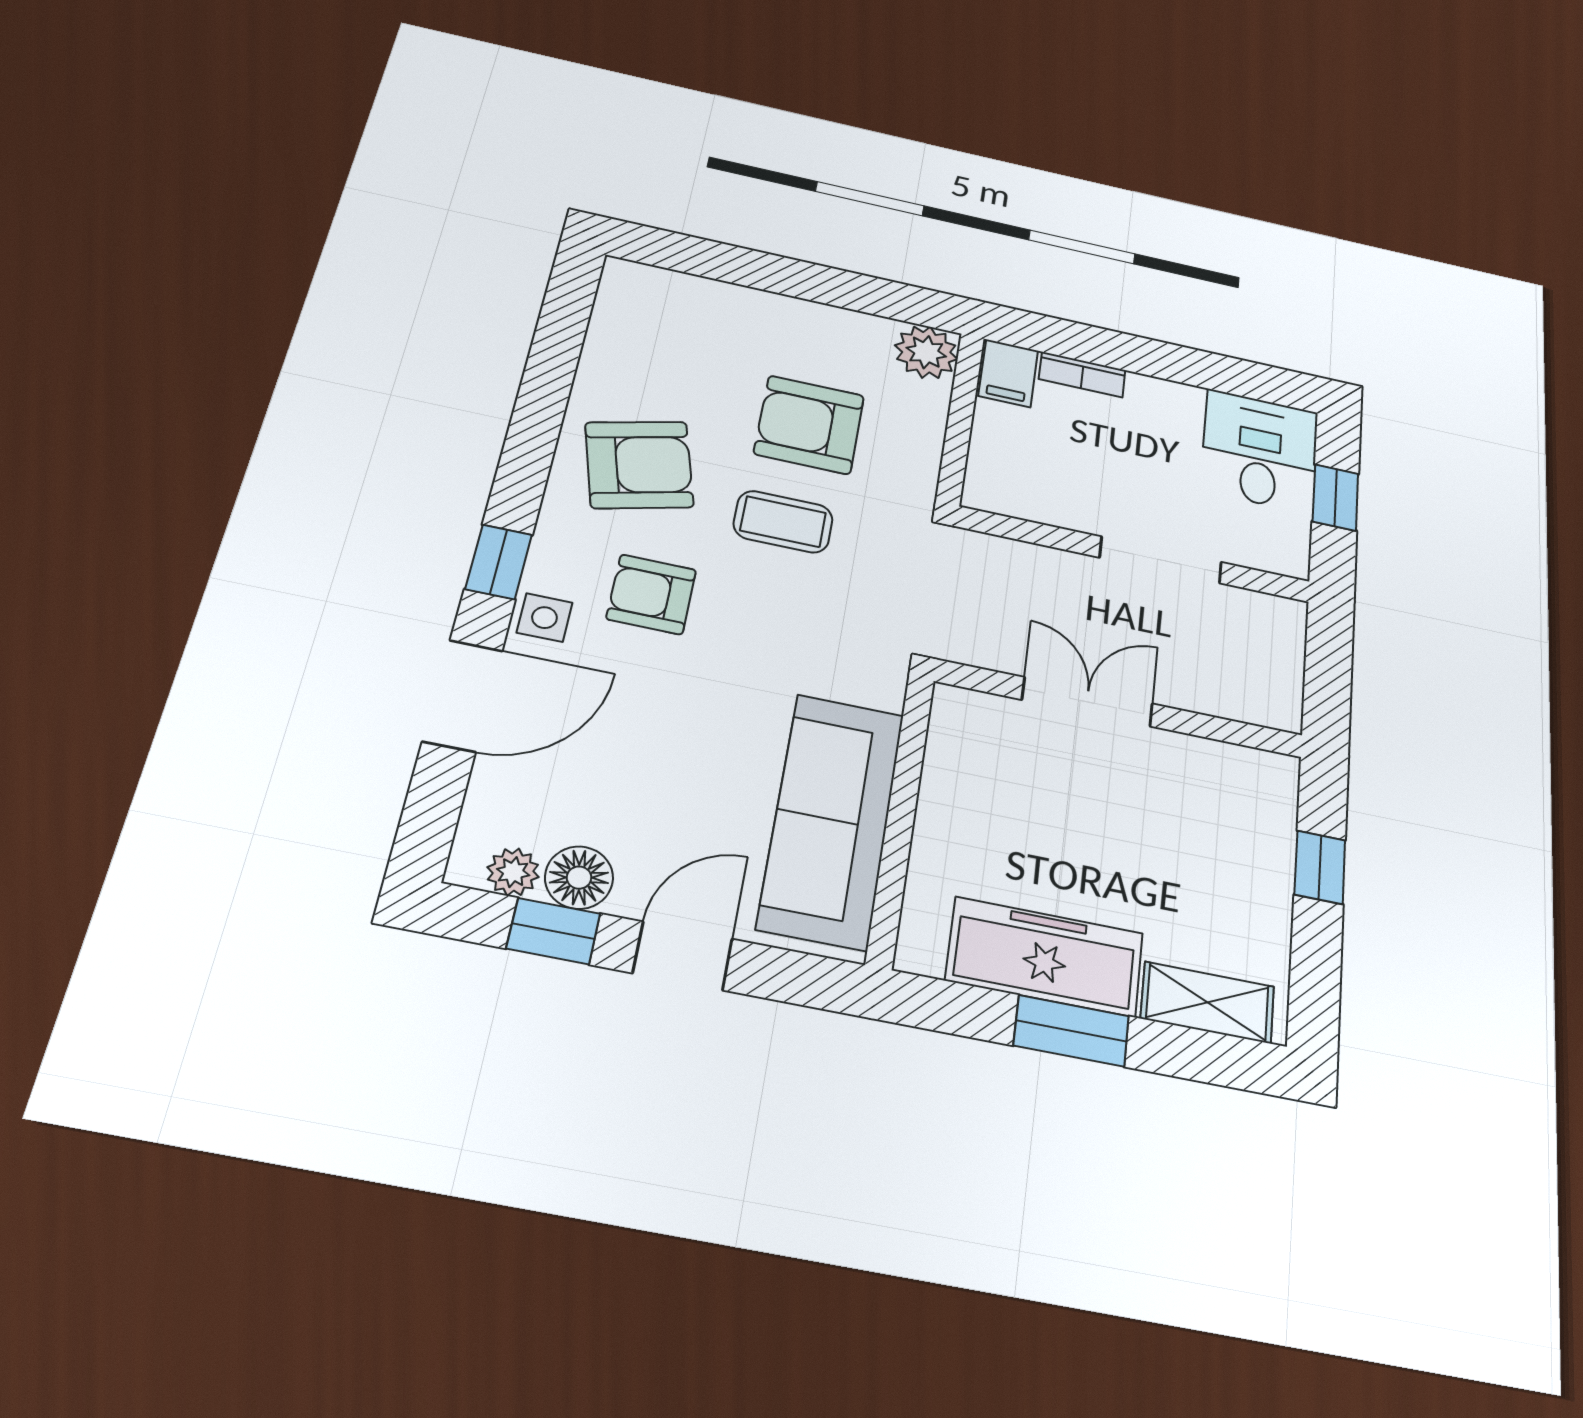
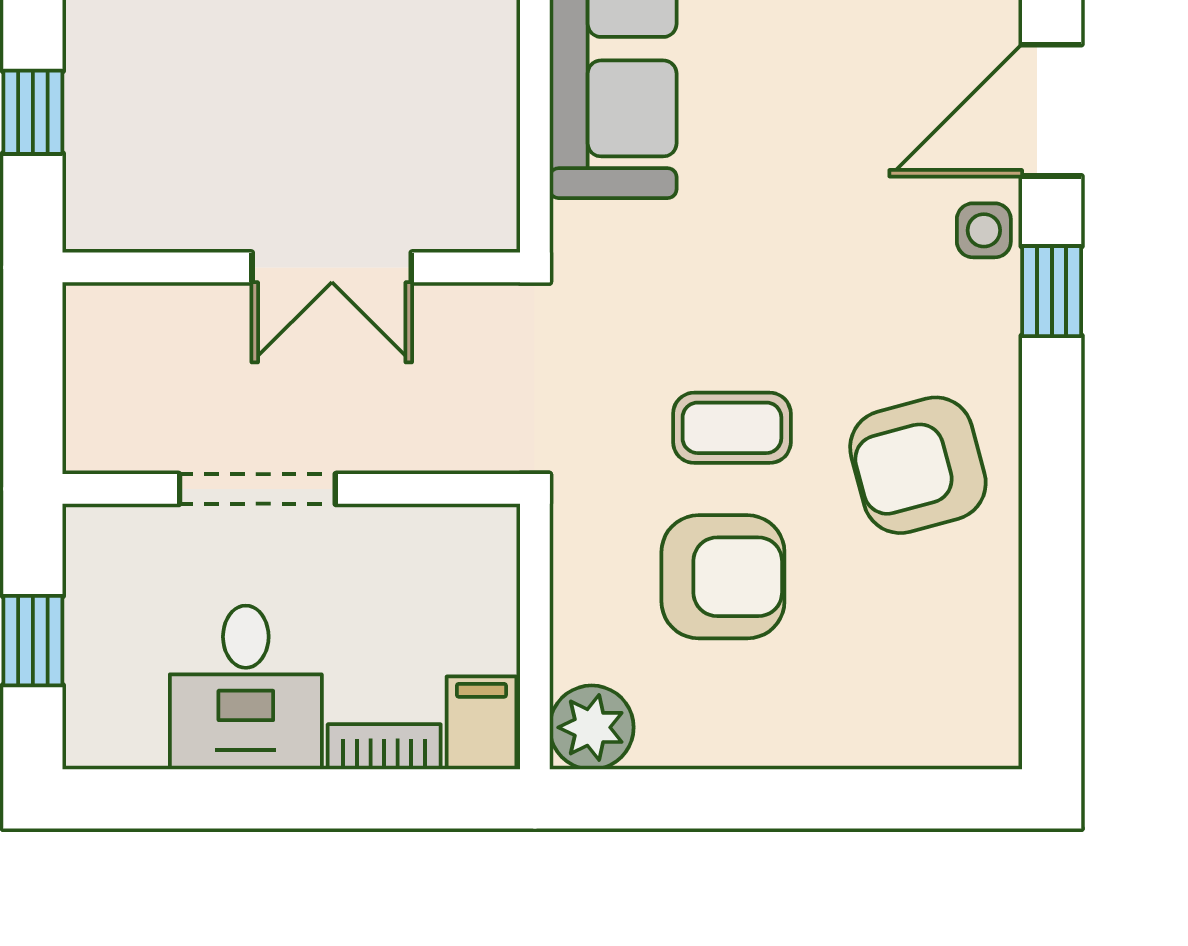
desk: (1260, 451) -> (246, 687), moved
armchair: (651, 594) -> (869, 290), removed

